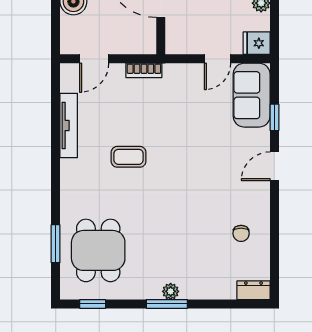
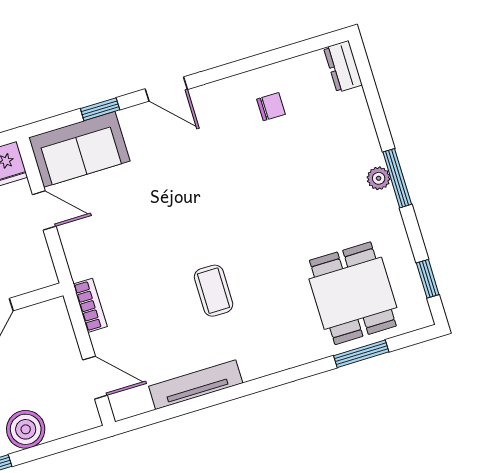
dining table: (98, 250) -> (353, 293), turned 90

